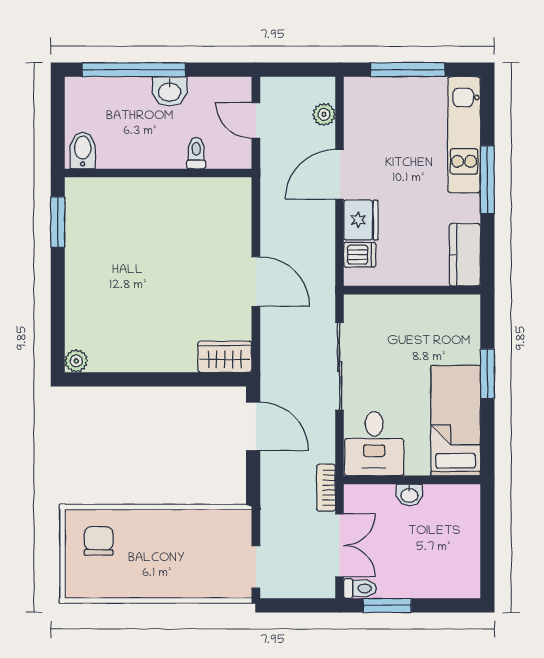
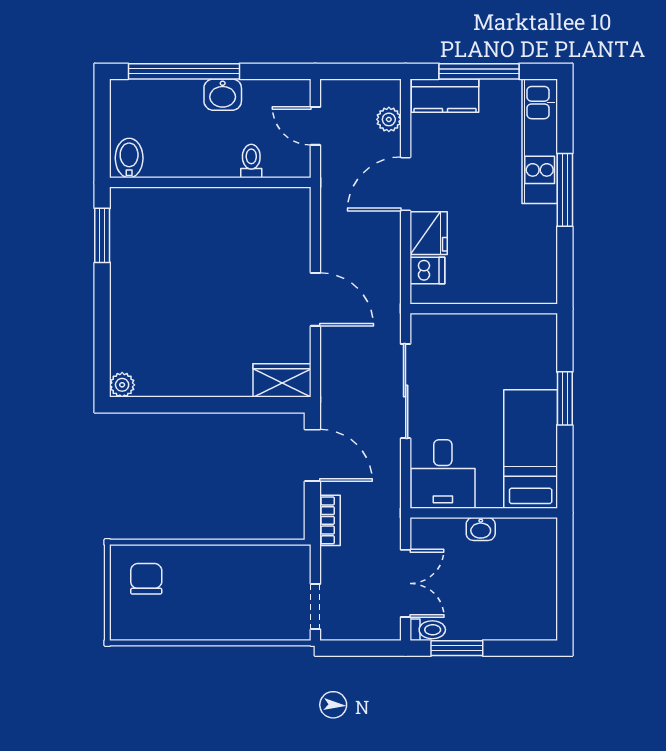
kitchen counter: (465, 255) -> (445, 96), moved, turned -90
bookcase: (326, 488) -> (330, 520), moved, turned 180

